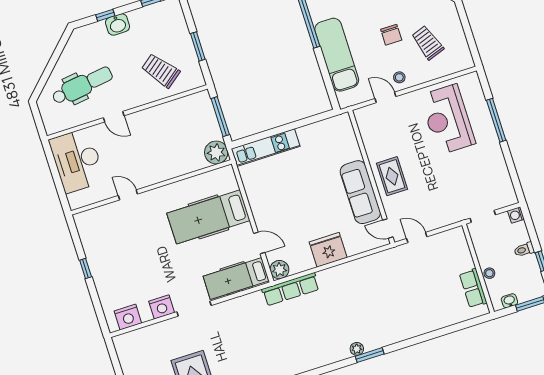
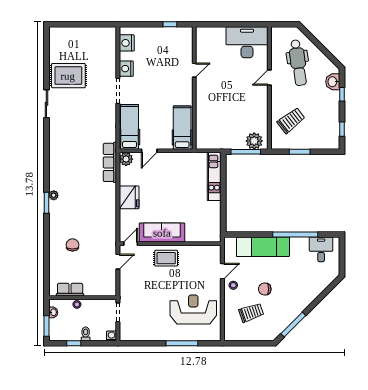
washbasin: (117, 24) -> (333, 82), moved
plant: (216, 152) -> (254, 141), moved
wall: (151, 187) -> (194, 88), moved
door: (128, 195) -> (194, 70), moved
hospital bed: (208, 217) -> (182, 128), width x0.73, depth x0.78
chair: (414, 304) -> (73, 245), added

